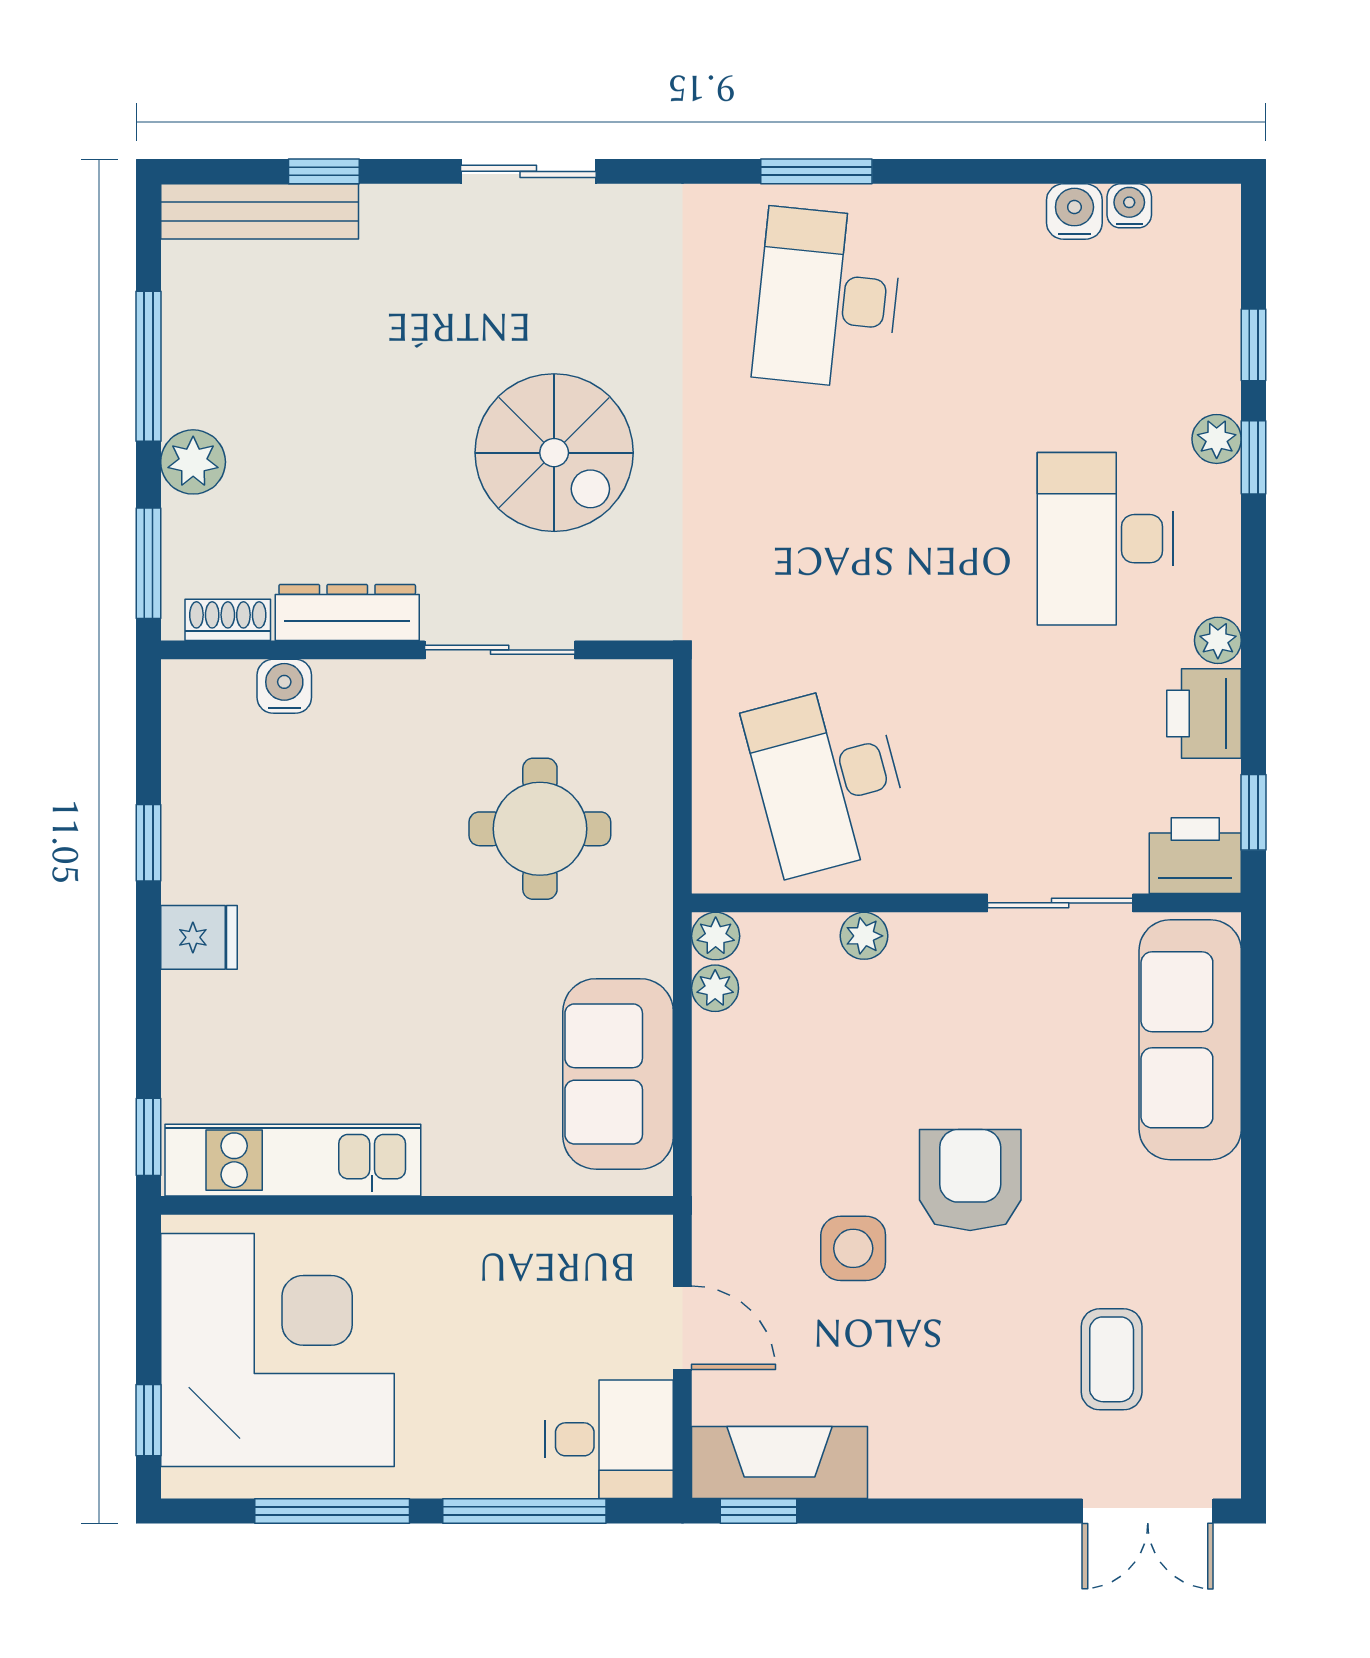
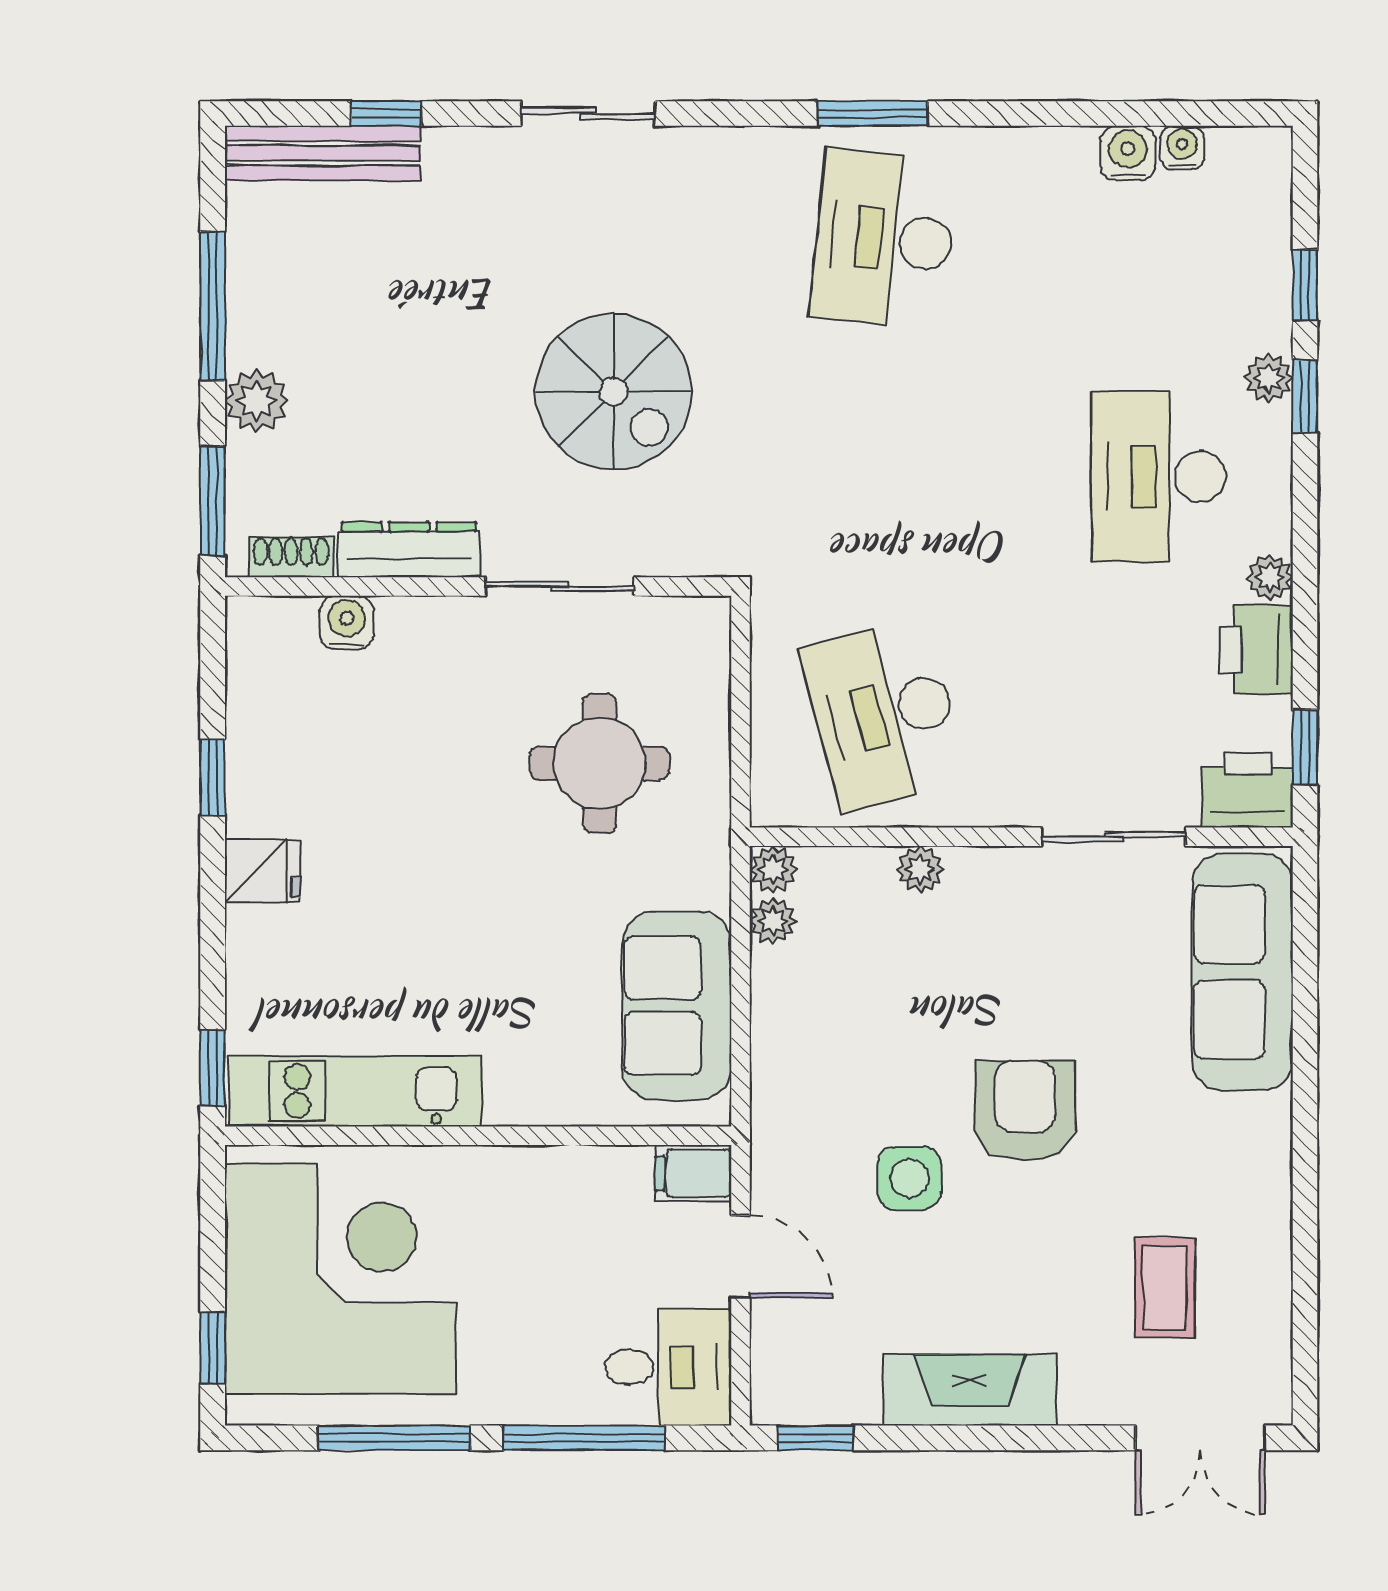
filing cabinet: (635, 1244) -> (693, 1173), added
fireplace: (780, 1463) -> (970, 1390), moved

